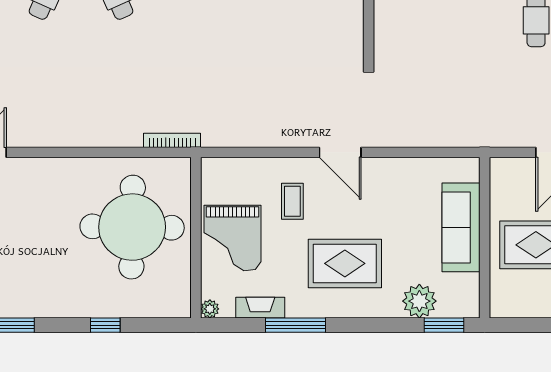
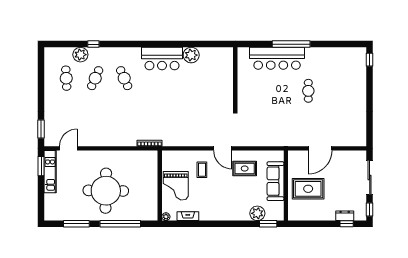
round table: (132, 227) -> (106, 191), moved
rug: (345, 263) -> (245, 169), moved, width x0.73, depth x0.70
window: (105, 325) -> (120, 224), width x3.17
window: (295, 325) -> (203, 224), removed

